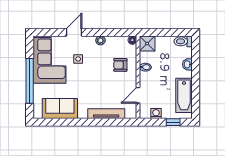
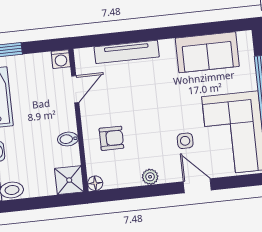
door: (74, 32) -> (197, 186), swing flipped
washing machine: (156, 114) -> (61, 59), moved

